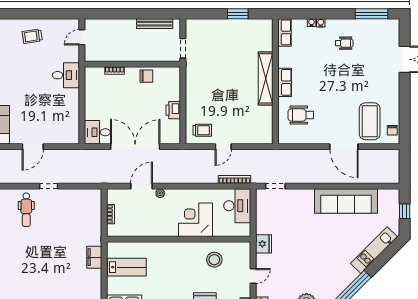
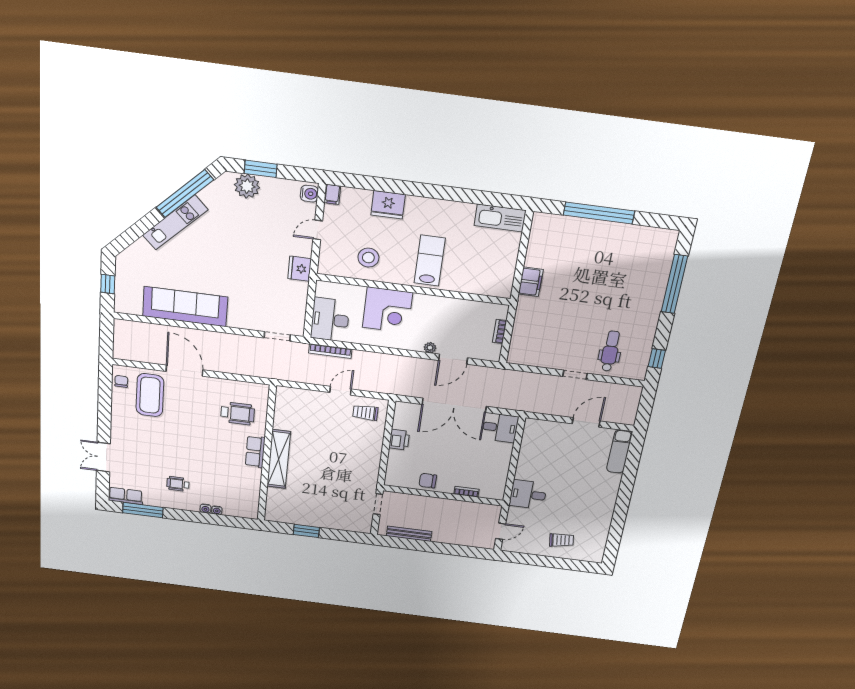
row of seats: (284, 32) -> (126, 496), moved, turned 90
kitchen unit: (374, 250) -> (175, 222), moved
lab bench: (127, 267) -> (430, 261), moved, turned 90

